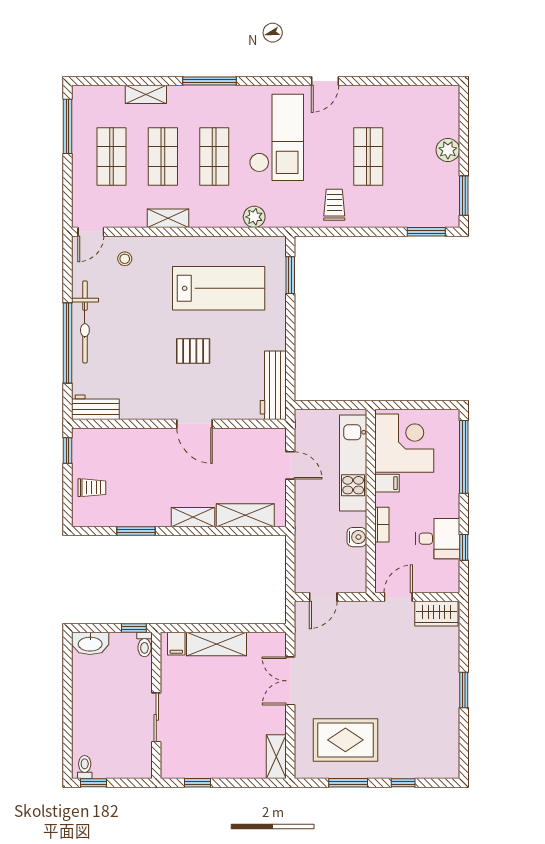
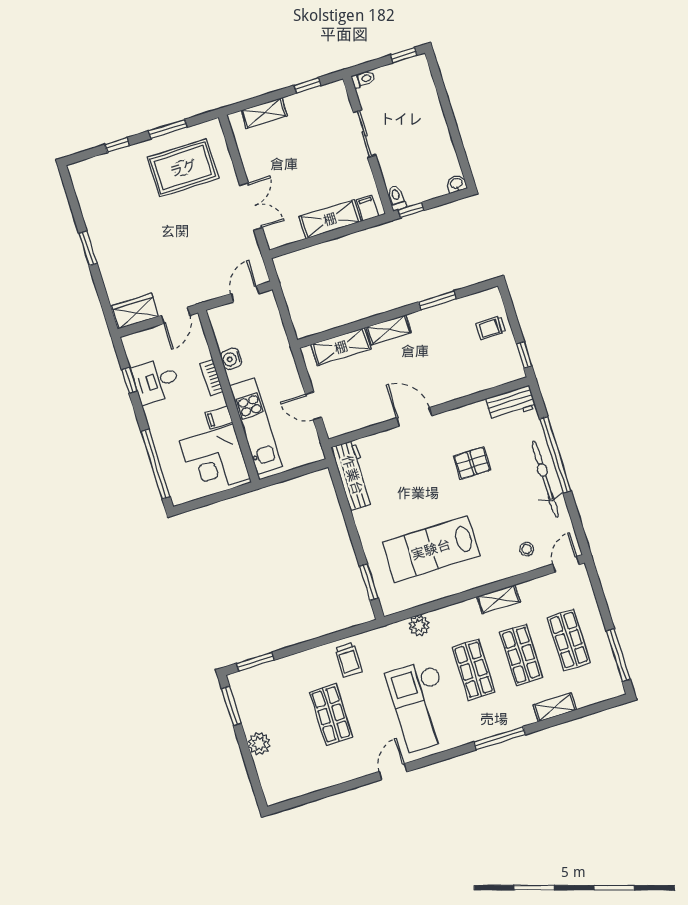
pallet: (193, 351) -> (472, 463), moved
washbasin: (90, 643) -> (456, 184), width x0.52, depth x0.69
shelving: (276, 757) -> (264, 113), moved, turned 90
toilet: (85, 767) -> (363, 79), moved, turned -90

